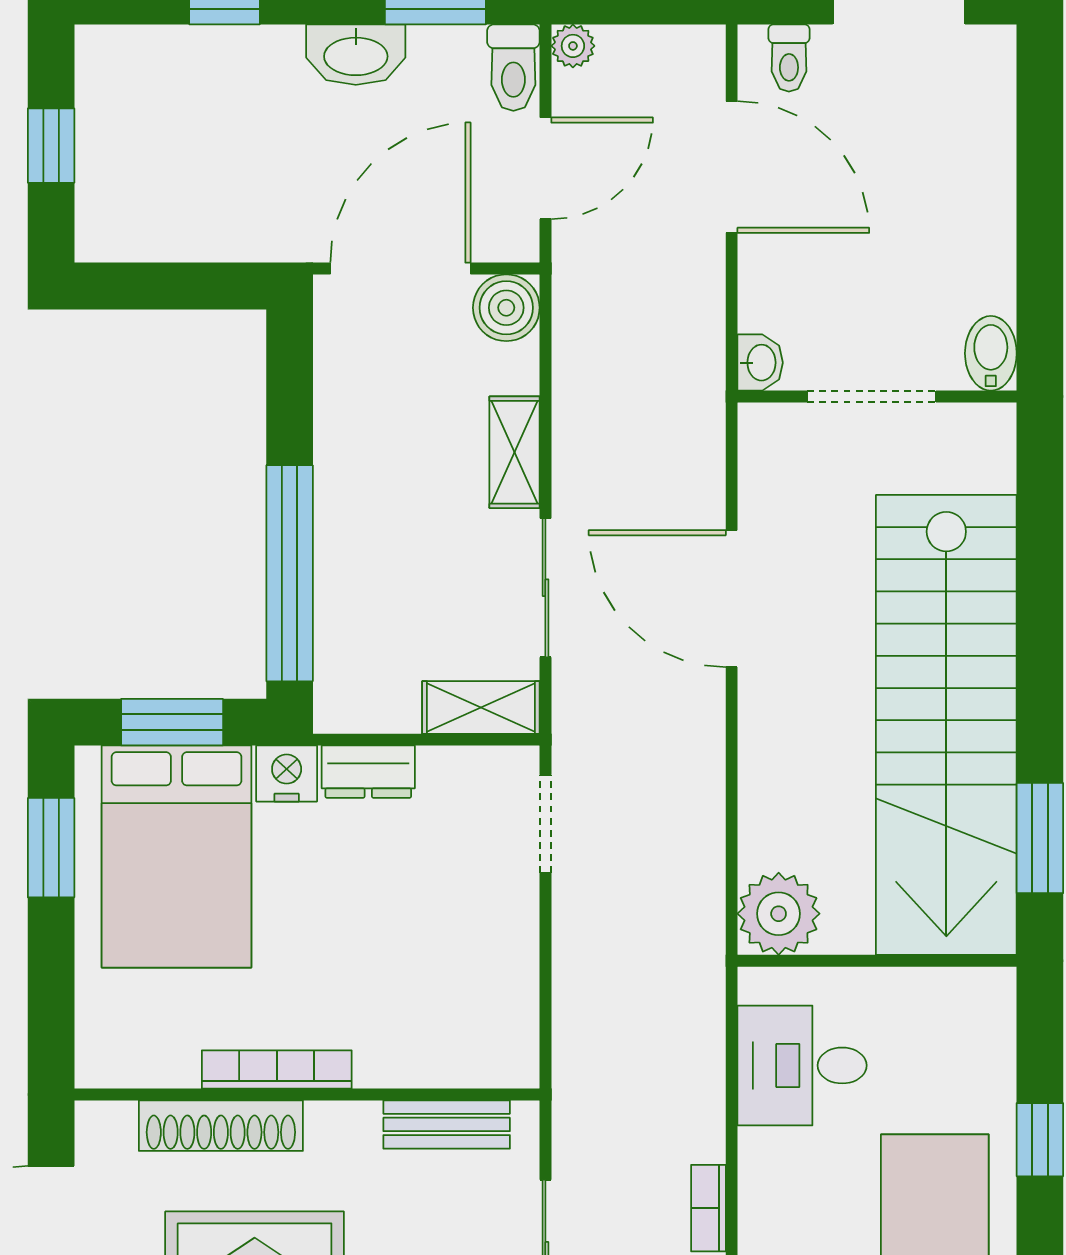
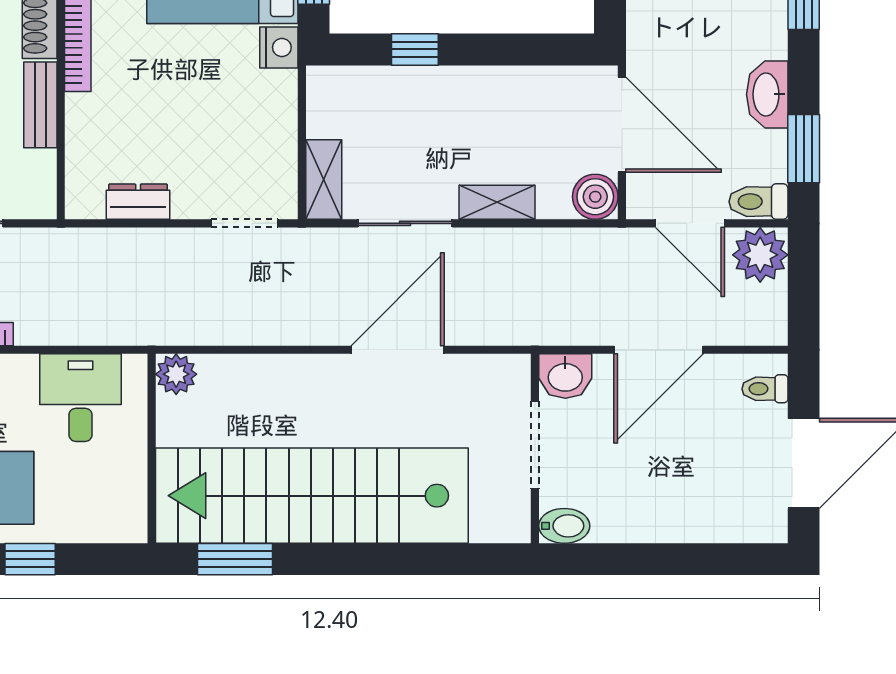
plant: (573, 46) -> (760, 255), width x1.88, depth x1.88
door: (732, 167) -> (659, 350), moved
washbasin: (760, 363) -> (565, 376), width x1.38, depth x1.45
window: (290, 573) -> (415, 49), width x0.32
dresser: (368, 772) -> (138, 202), moved, turned 90
plant: (779, 914) -> (176, 374), width x0.73, depth x0.73
bench: (447, 1124) -> (40, 105), moved

